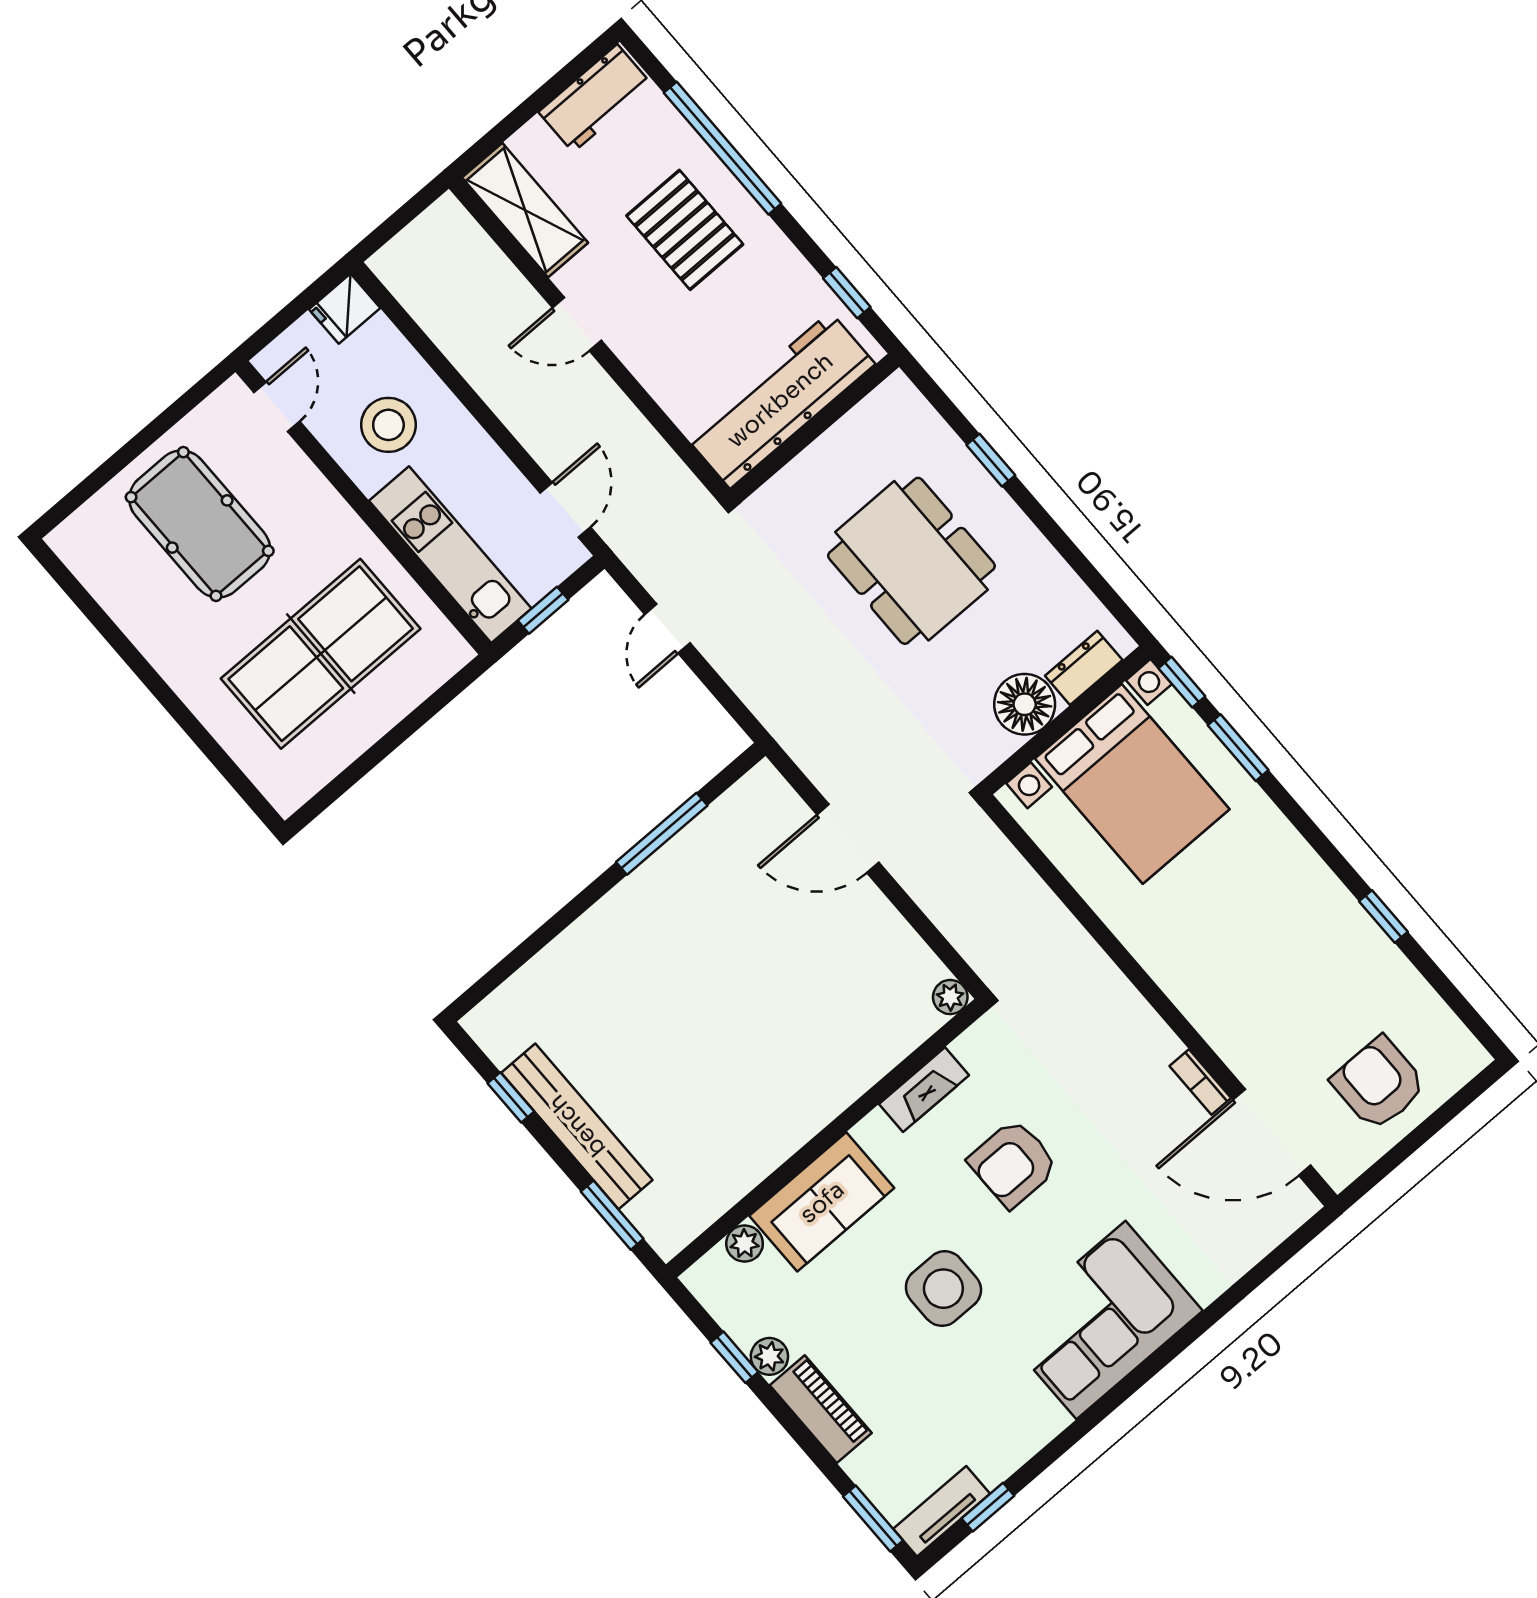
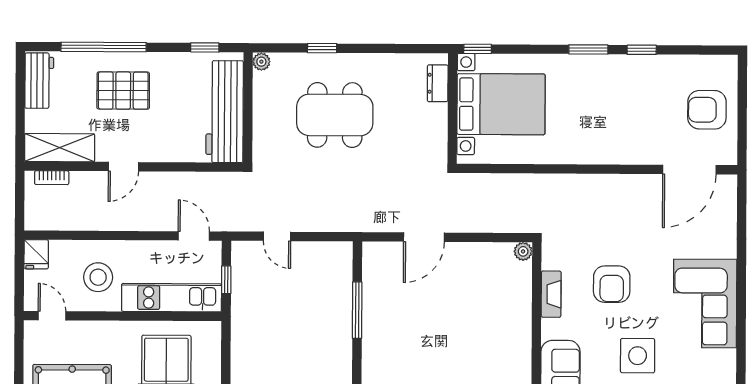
plant: (897, 391) -> (261, 62), added
floor lamp: (1025, 704) -> (432, 120), removed
window: (1238, 748) -> (588, 49), moved
bookcase: (1200, 1082) -> (52, 178), moved

